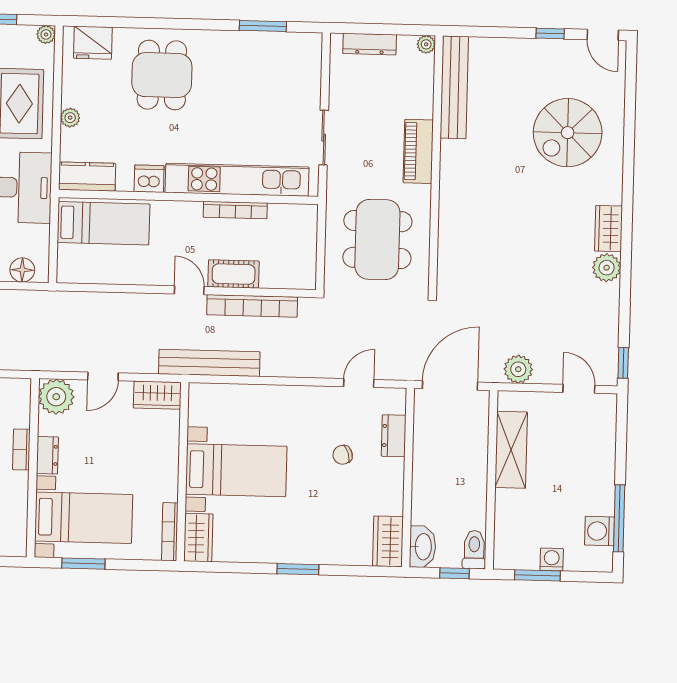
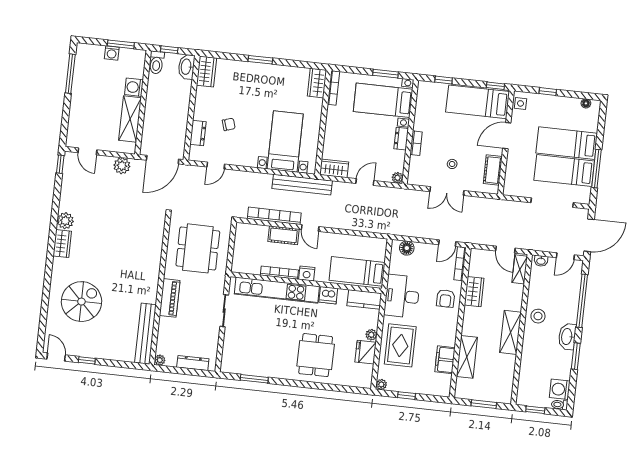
fridge: (93, 43) -> (366, 352), moved, turned -90
nightstand: (189, 212) -> (307, 274), added
plant: (56, 397) -> (397, 178), width x0.53, depth x0.53
bed with nightstands: (236, 470) -> (285, 142), moved, turned 90
washing machine: (599, 531) -> (134, 87), moved, turned 180

